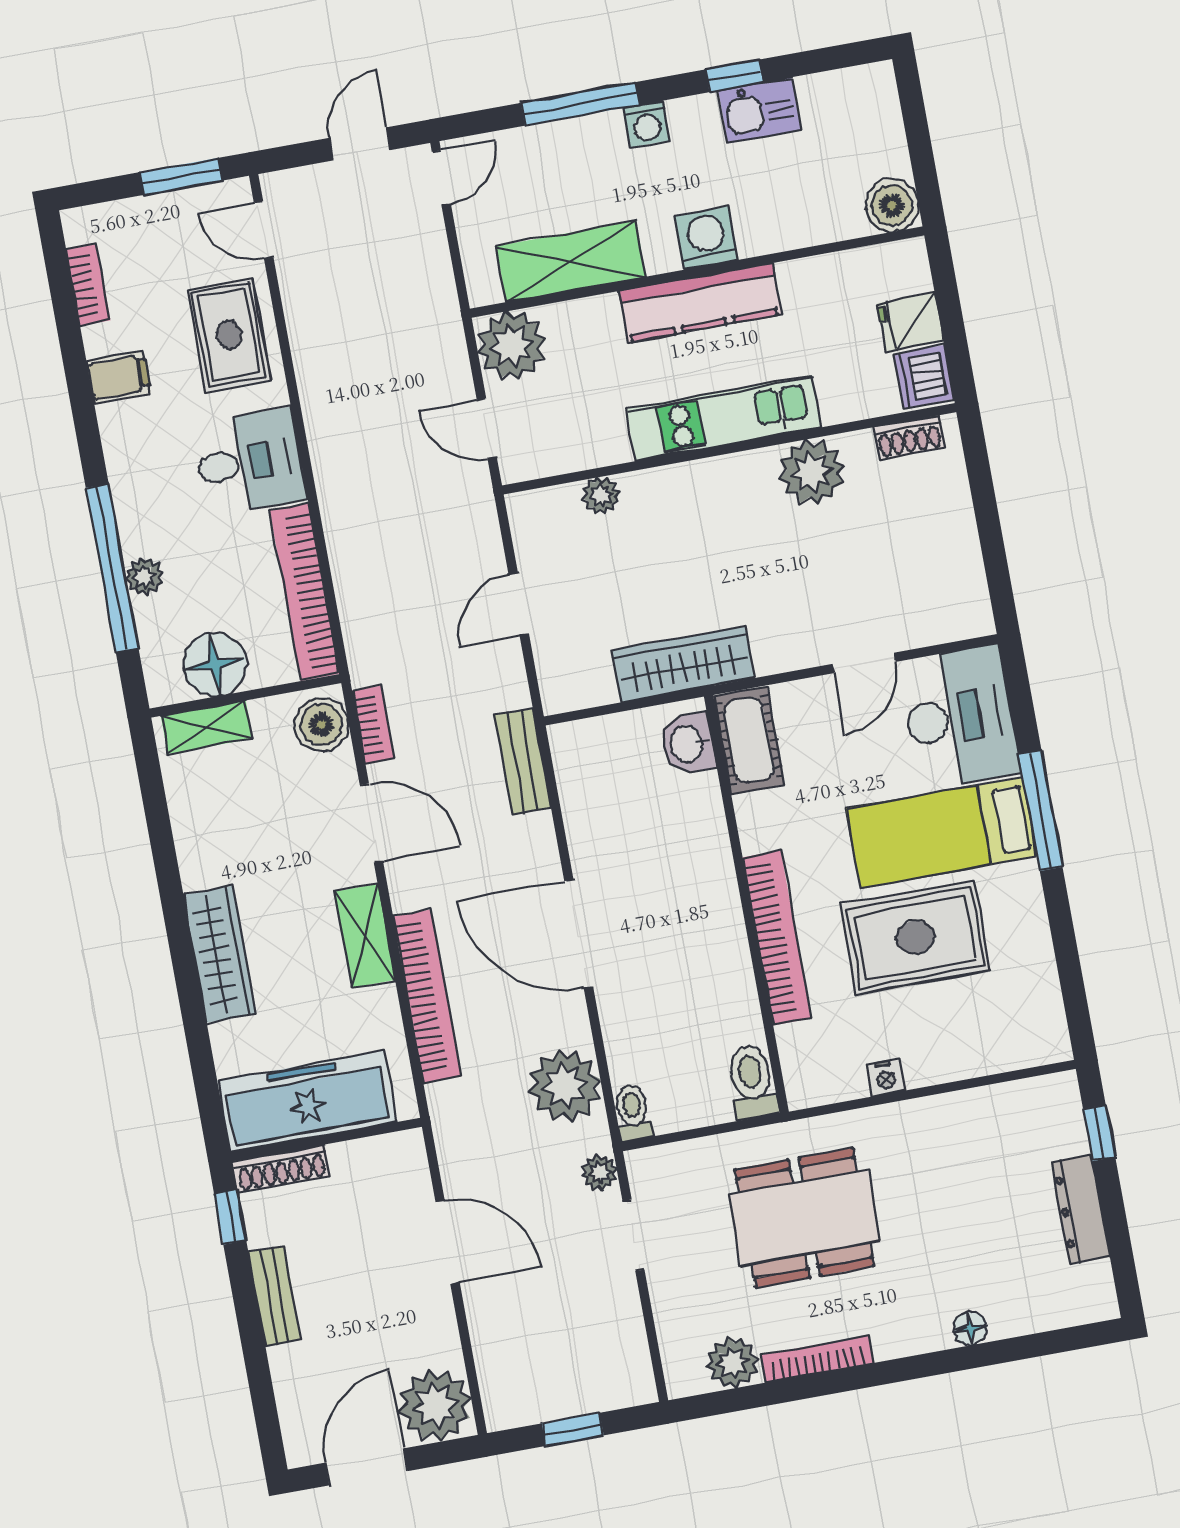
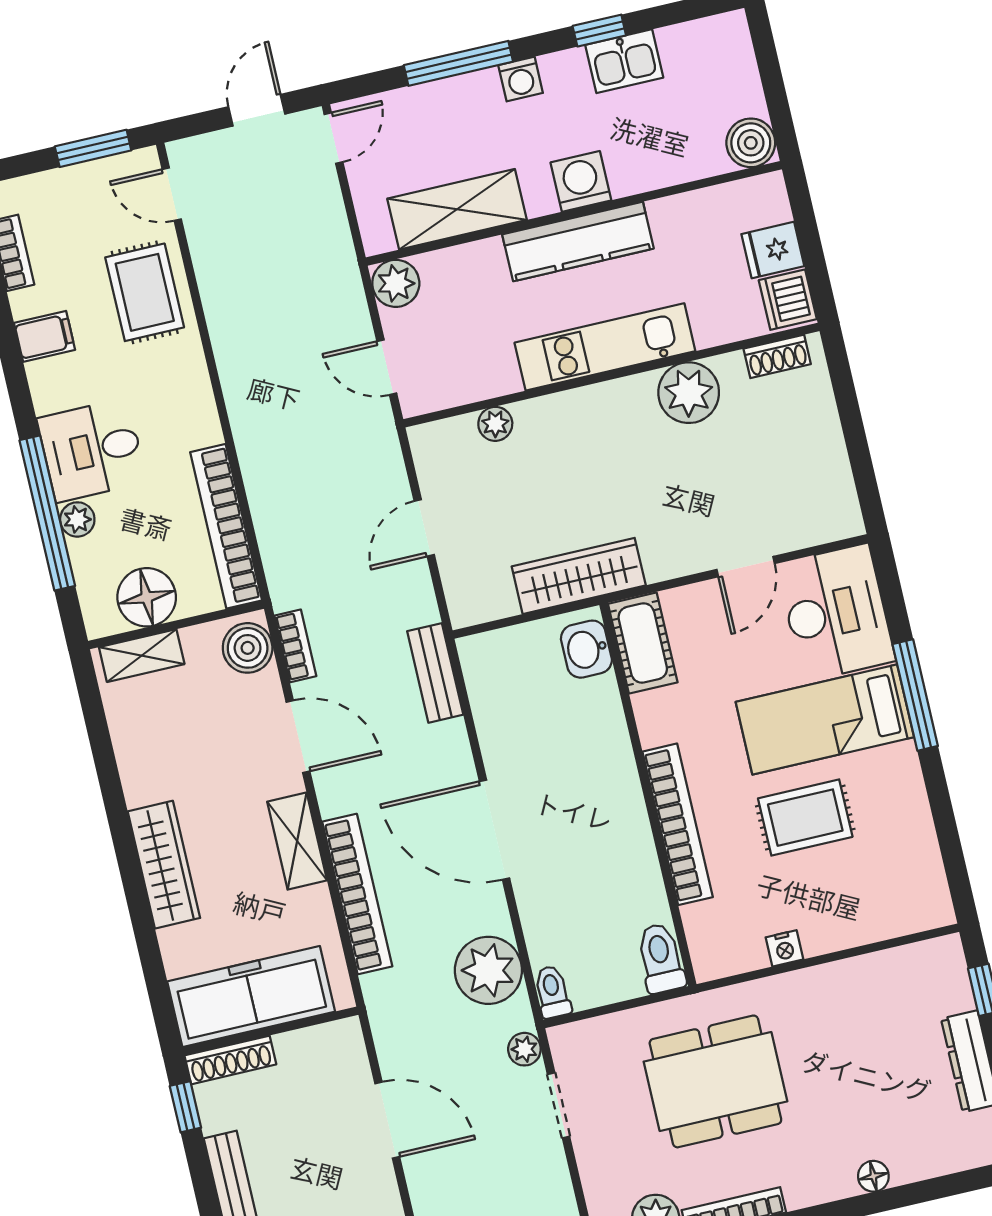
plant: (512, 346) -> (396, 283), width x0.73, depth x0.73
desk: (249, 462) -> (92, 450), moved, turned 180
rug: (915, 937) -> (805, 818), width x0.73, depth x0.70

